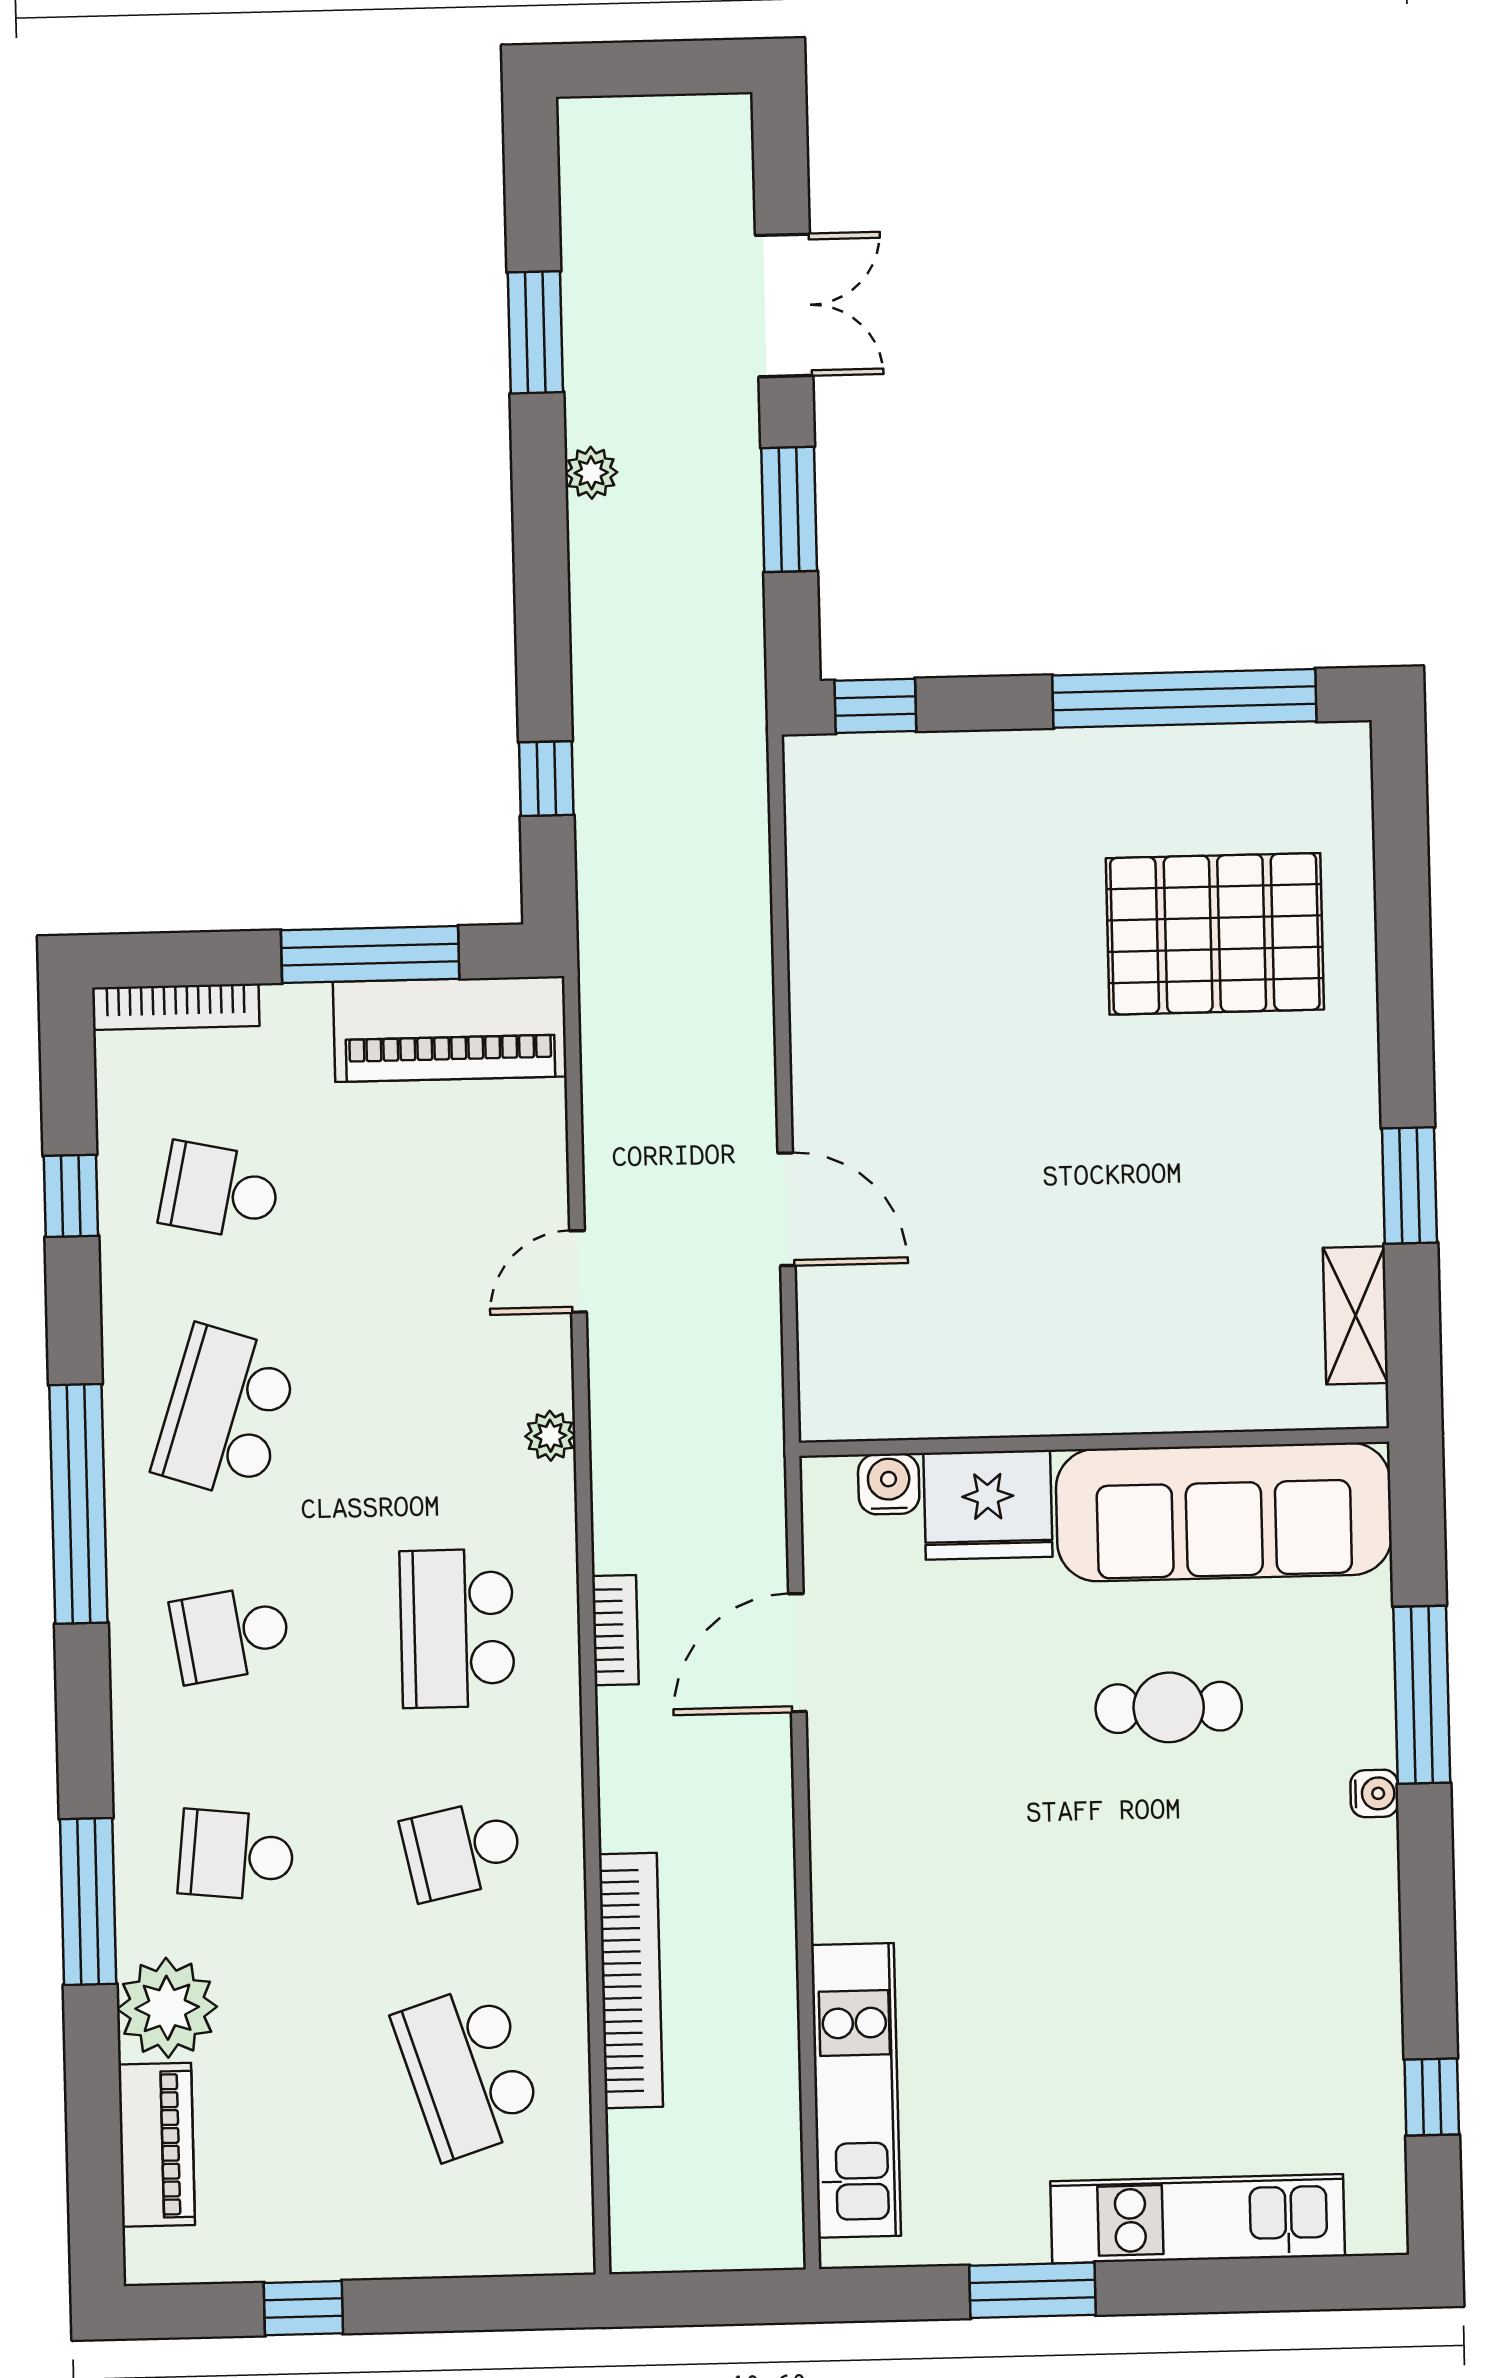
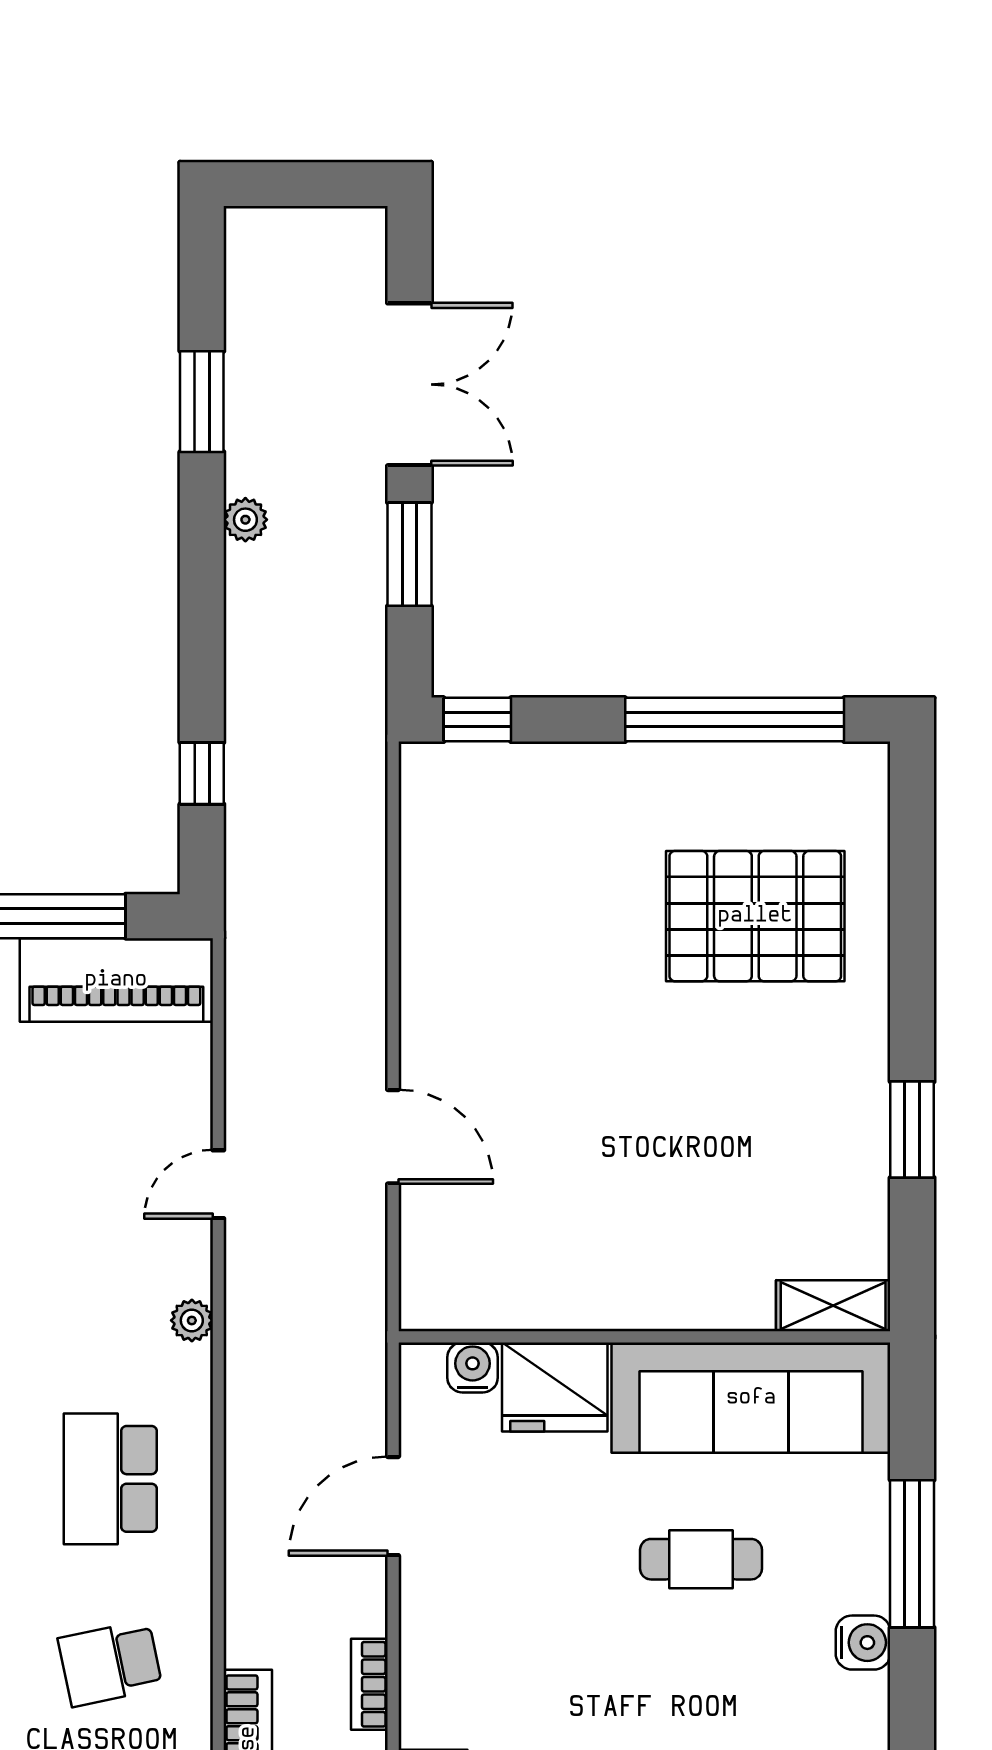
double door: (784, 305) -> (409, 384), width x1.37
shelving: (1355, 1315) -> (833, 1306), moved, turned 90
bookcase: (615, 1630) -> (369, 1684), moved, turned 180
water cooler: (1374, 1793) -> (863, 1643), width x1.38, depth x1.38

